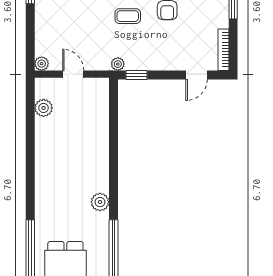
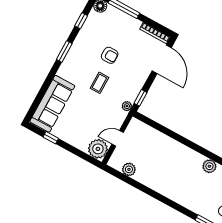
plant: (42, 64) -> (98, 149), width x1.88, depth x1.88
door: (196, 75) -> (162, 59), width x1.87

